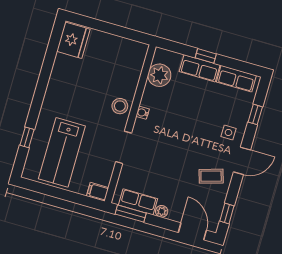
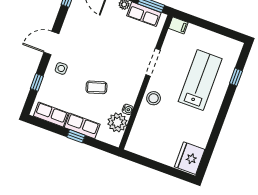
water cooler: (142, 113) -> (128, 109), moved
lab bench: (62, 152) -> (200, 80), moved
coffee table: (211, 176) -> (96, 87), moved

